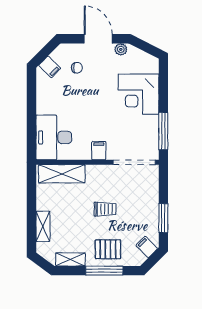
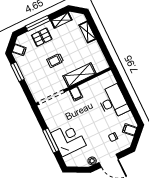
window: (163, 131) -> (51, 141), moved
desk: (54, 137) -> (113, 102), moved
shelving: (62, 174) -> (80, 75), moved

